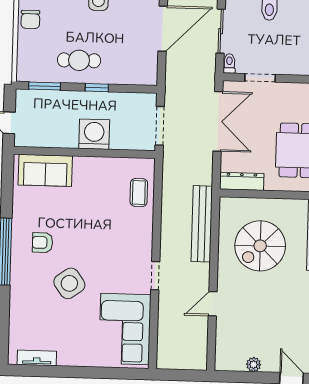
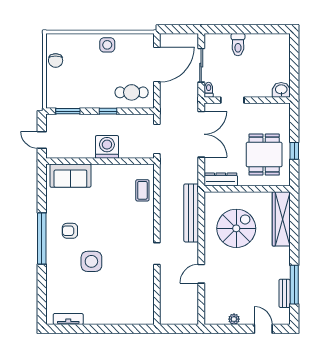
cafe table: (79, 60) -> (132, 92), moved
spiral stairs: (260, 246) -> (236, 228), turned 180
side table: (69, 283) -> (91, 261), turned 36
corner sofa: (125, 329) -> (135, 295), removed

